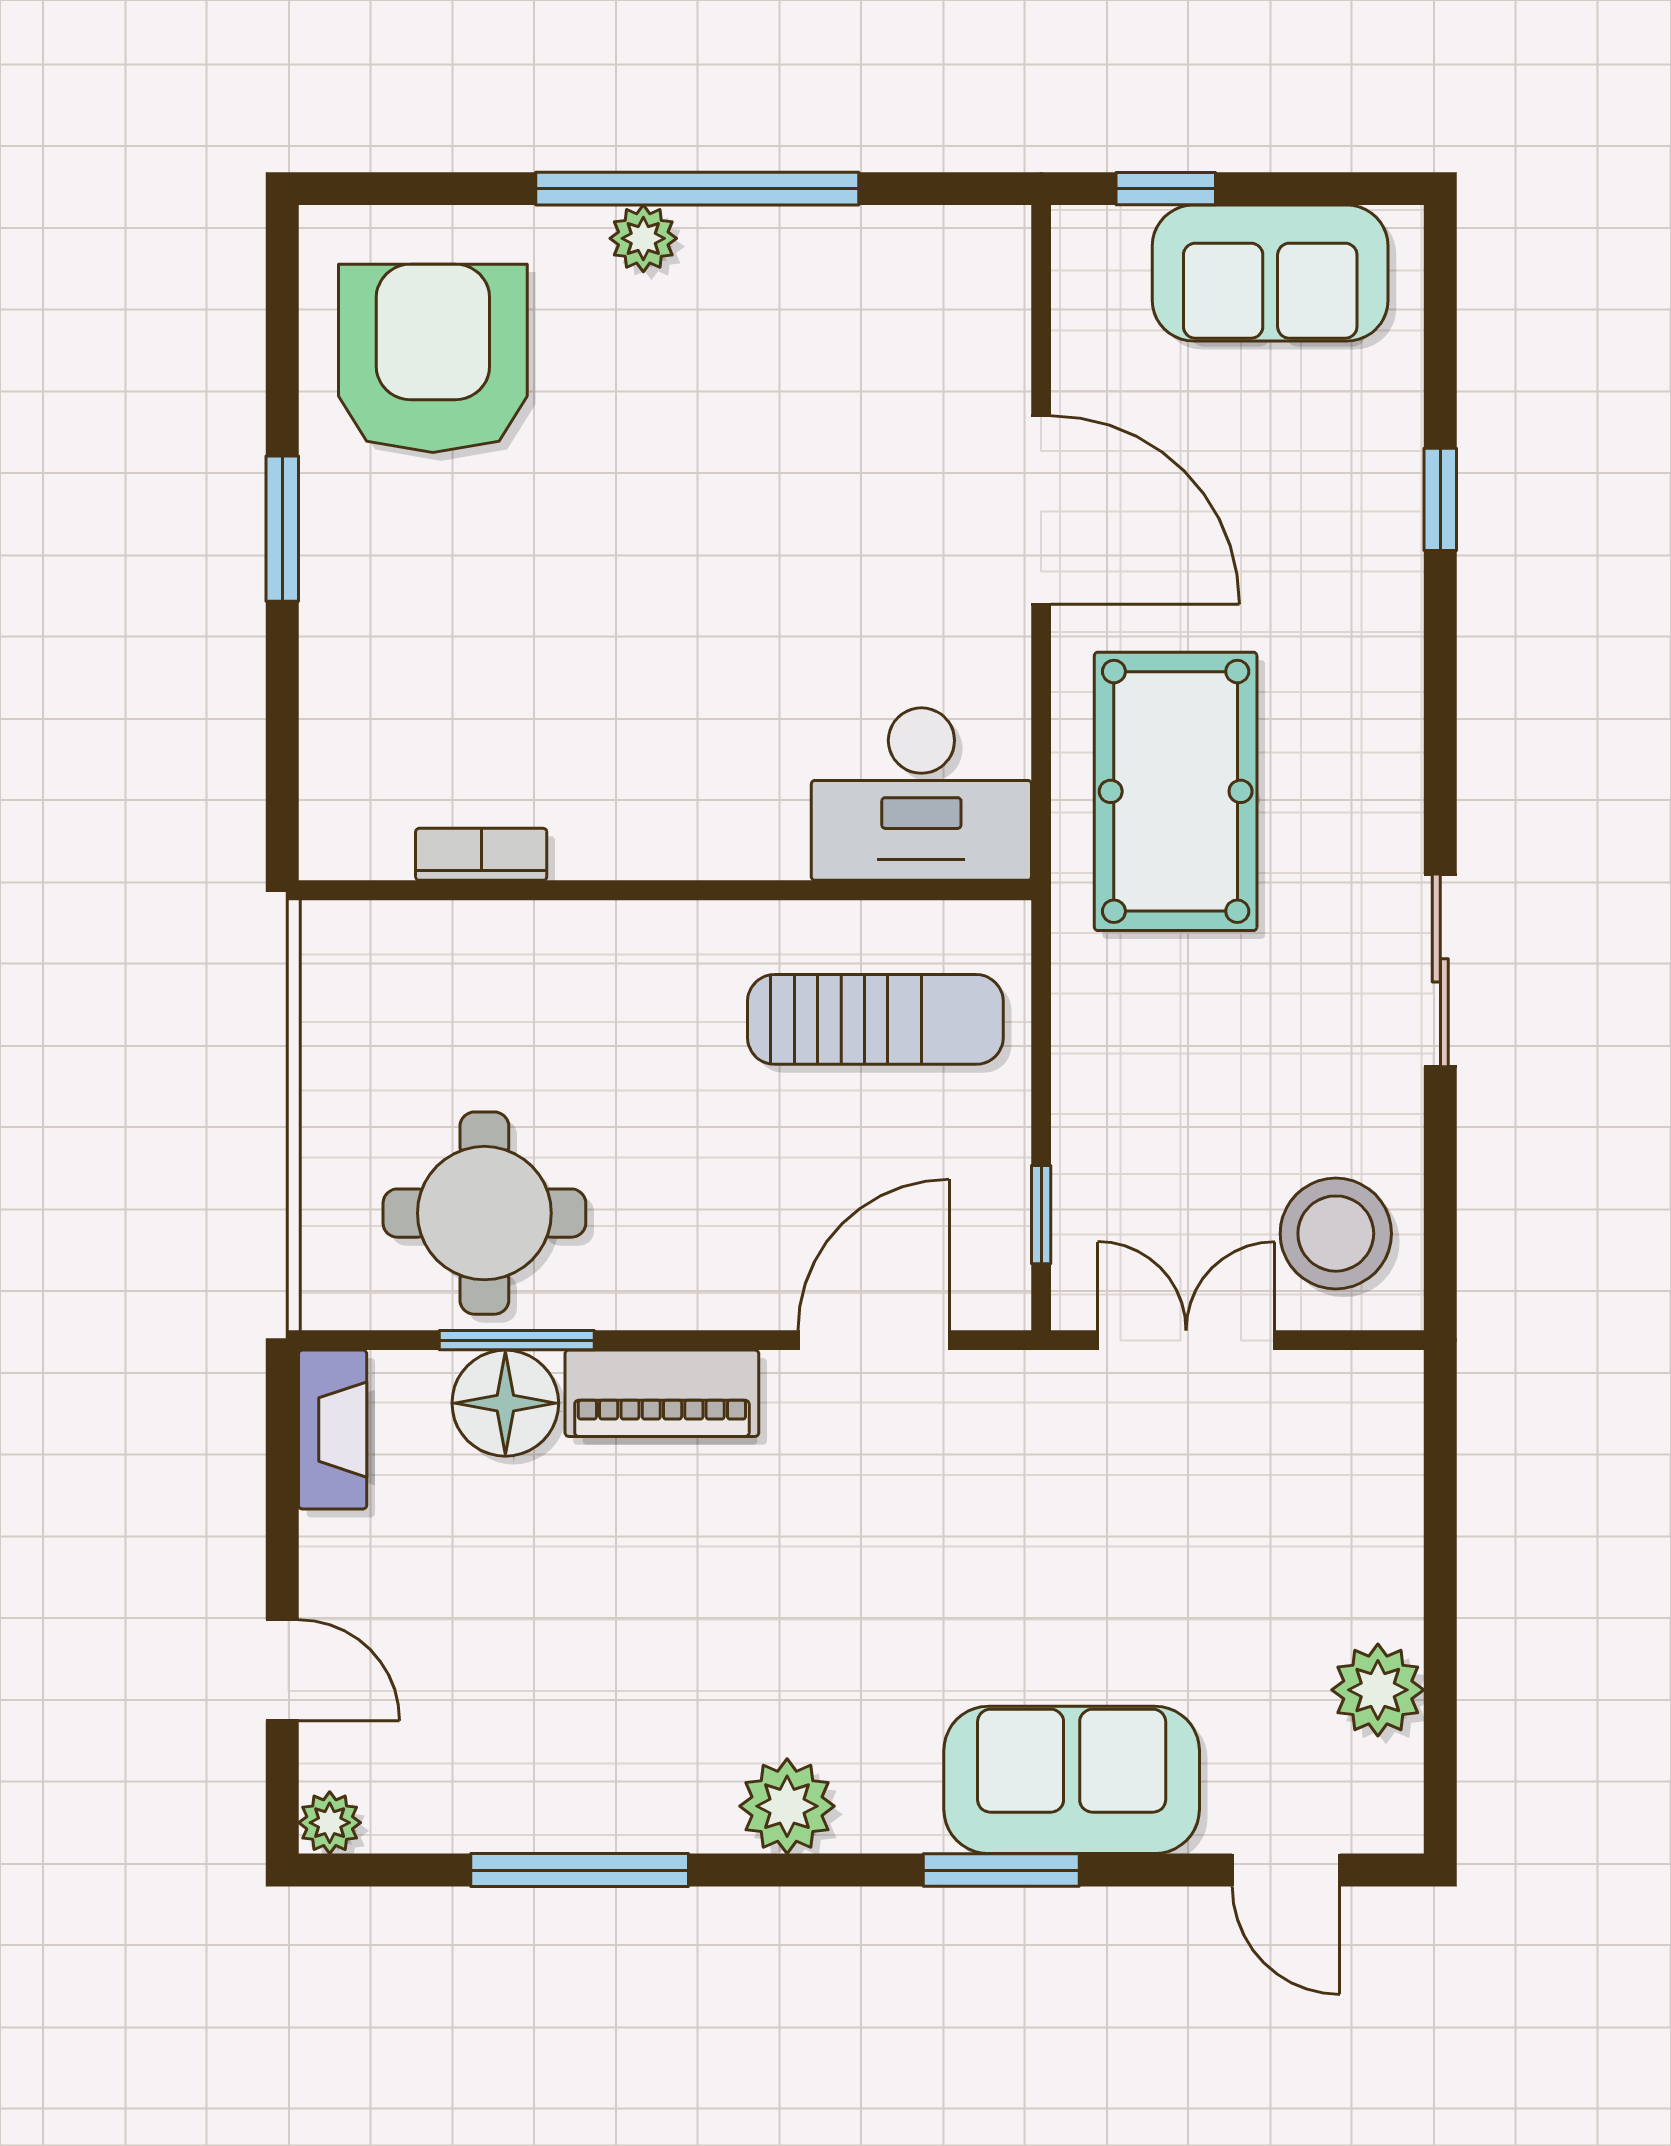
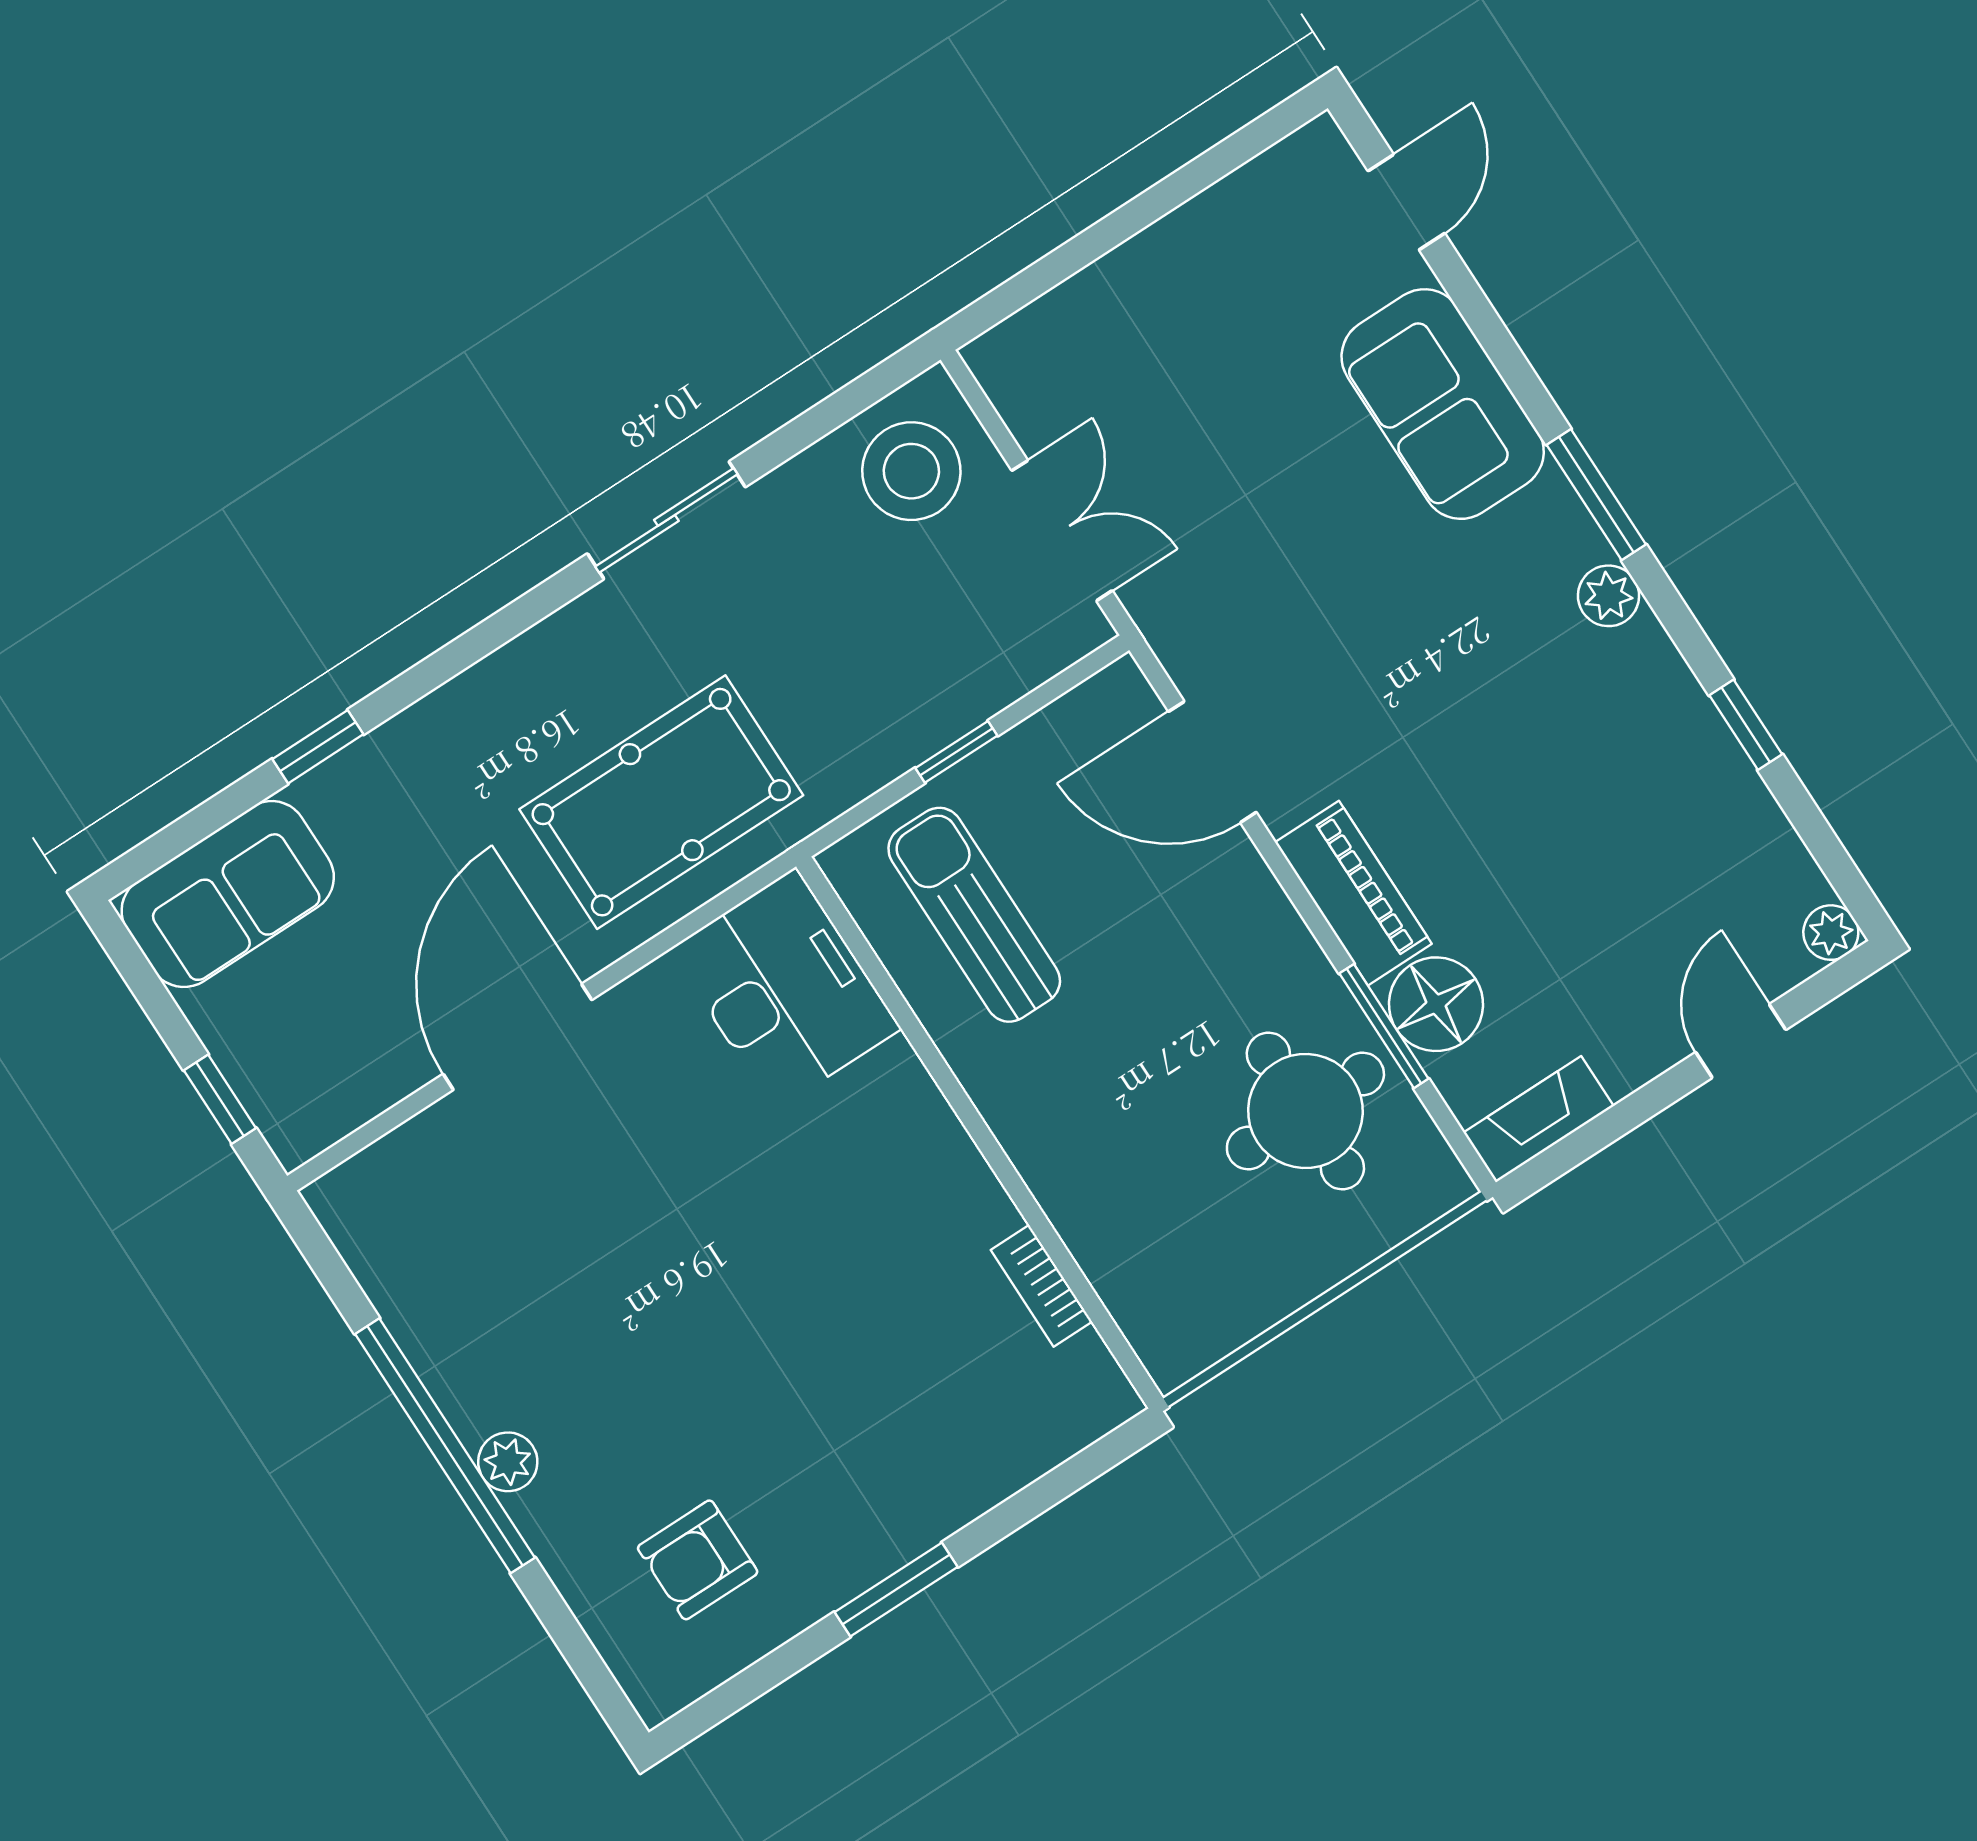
sofa: (1270, 273) -> (228, 894), moved, turned 90
armchair: (433, 358) -> (698, 1560), width x0.53, depth x0.53
window: (1041, 1215) -> (956, 752), moved
double door: (1186, 1340) -> (1062, 531), swing flipped
plant: (1378, 1690) -> (1229, 221), removed
plant: (787, 1806) -> (1608, 596), width x0.73, depth x0.73
window: (580, 1870) -> (1746, 725), width x0.46
window: (1001, 1870) -> (1596, 495), moved

